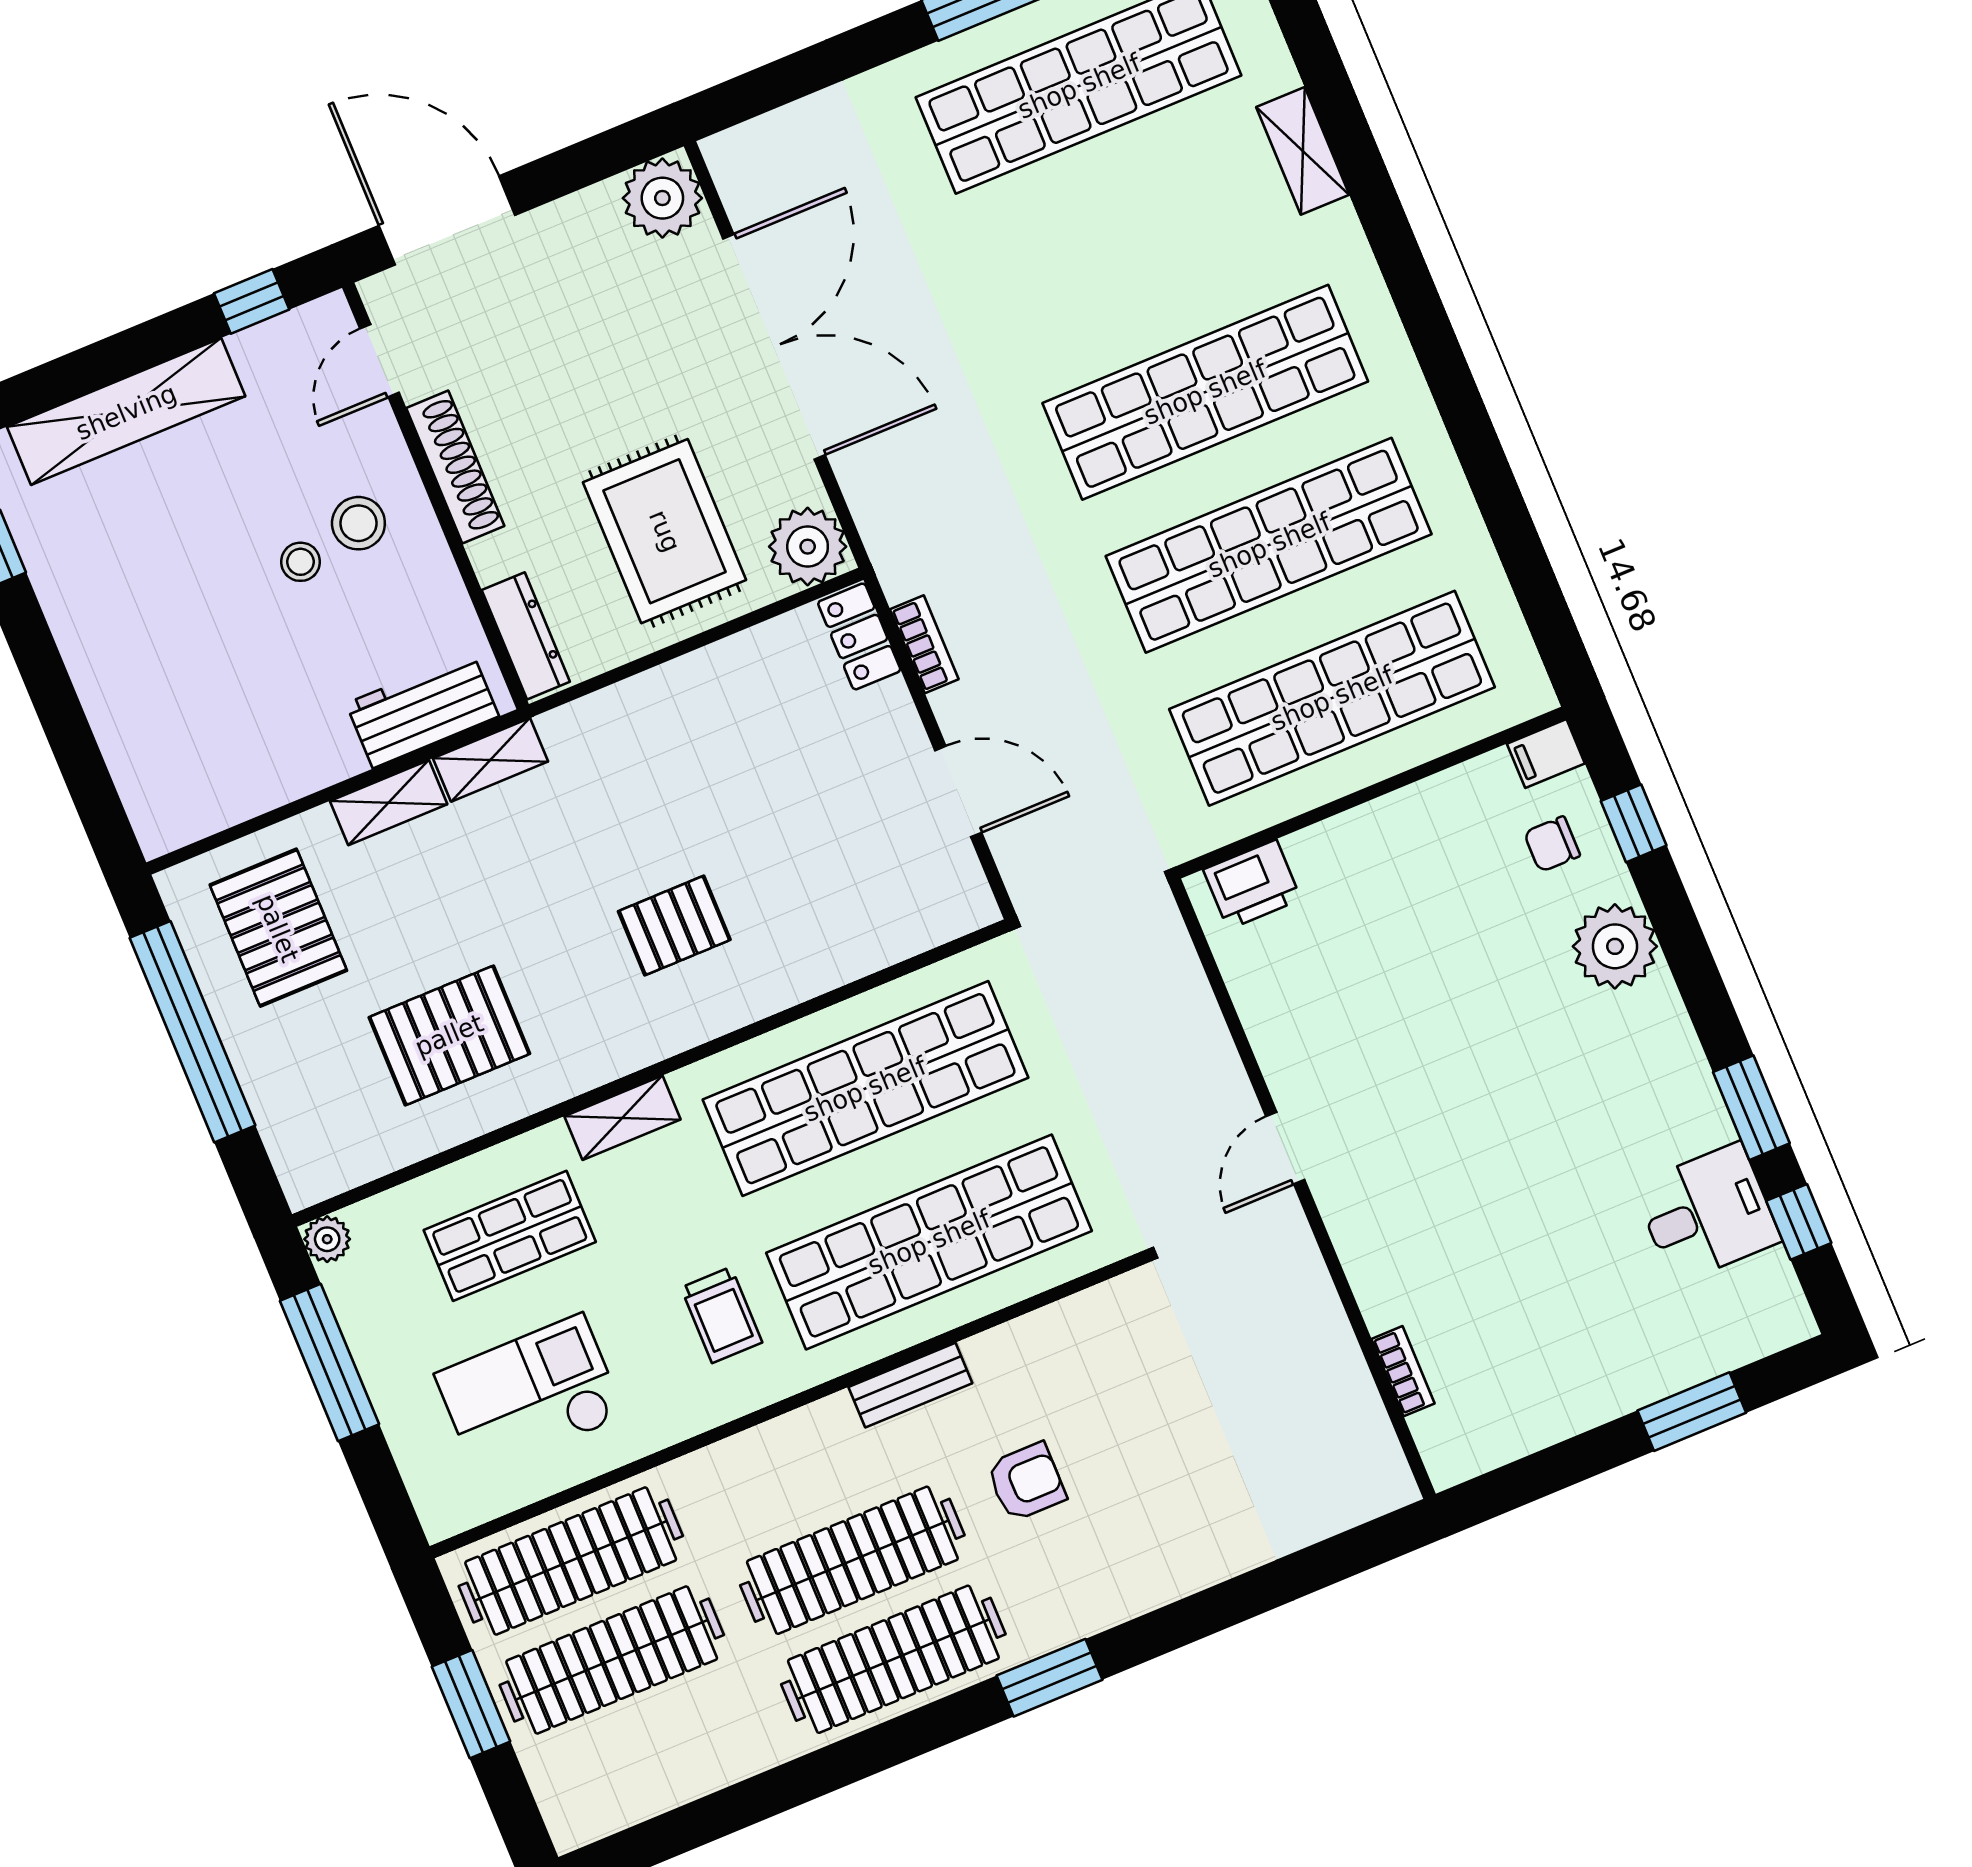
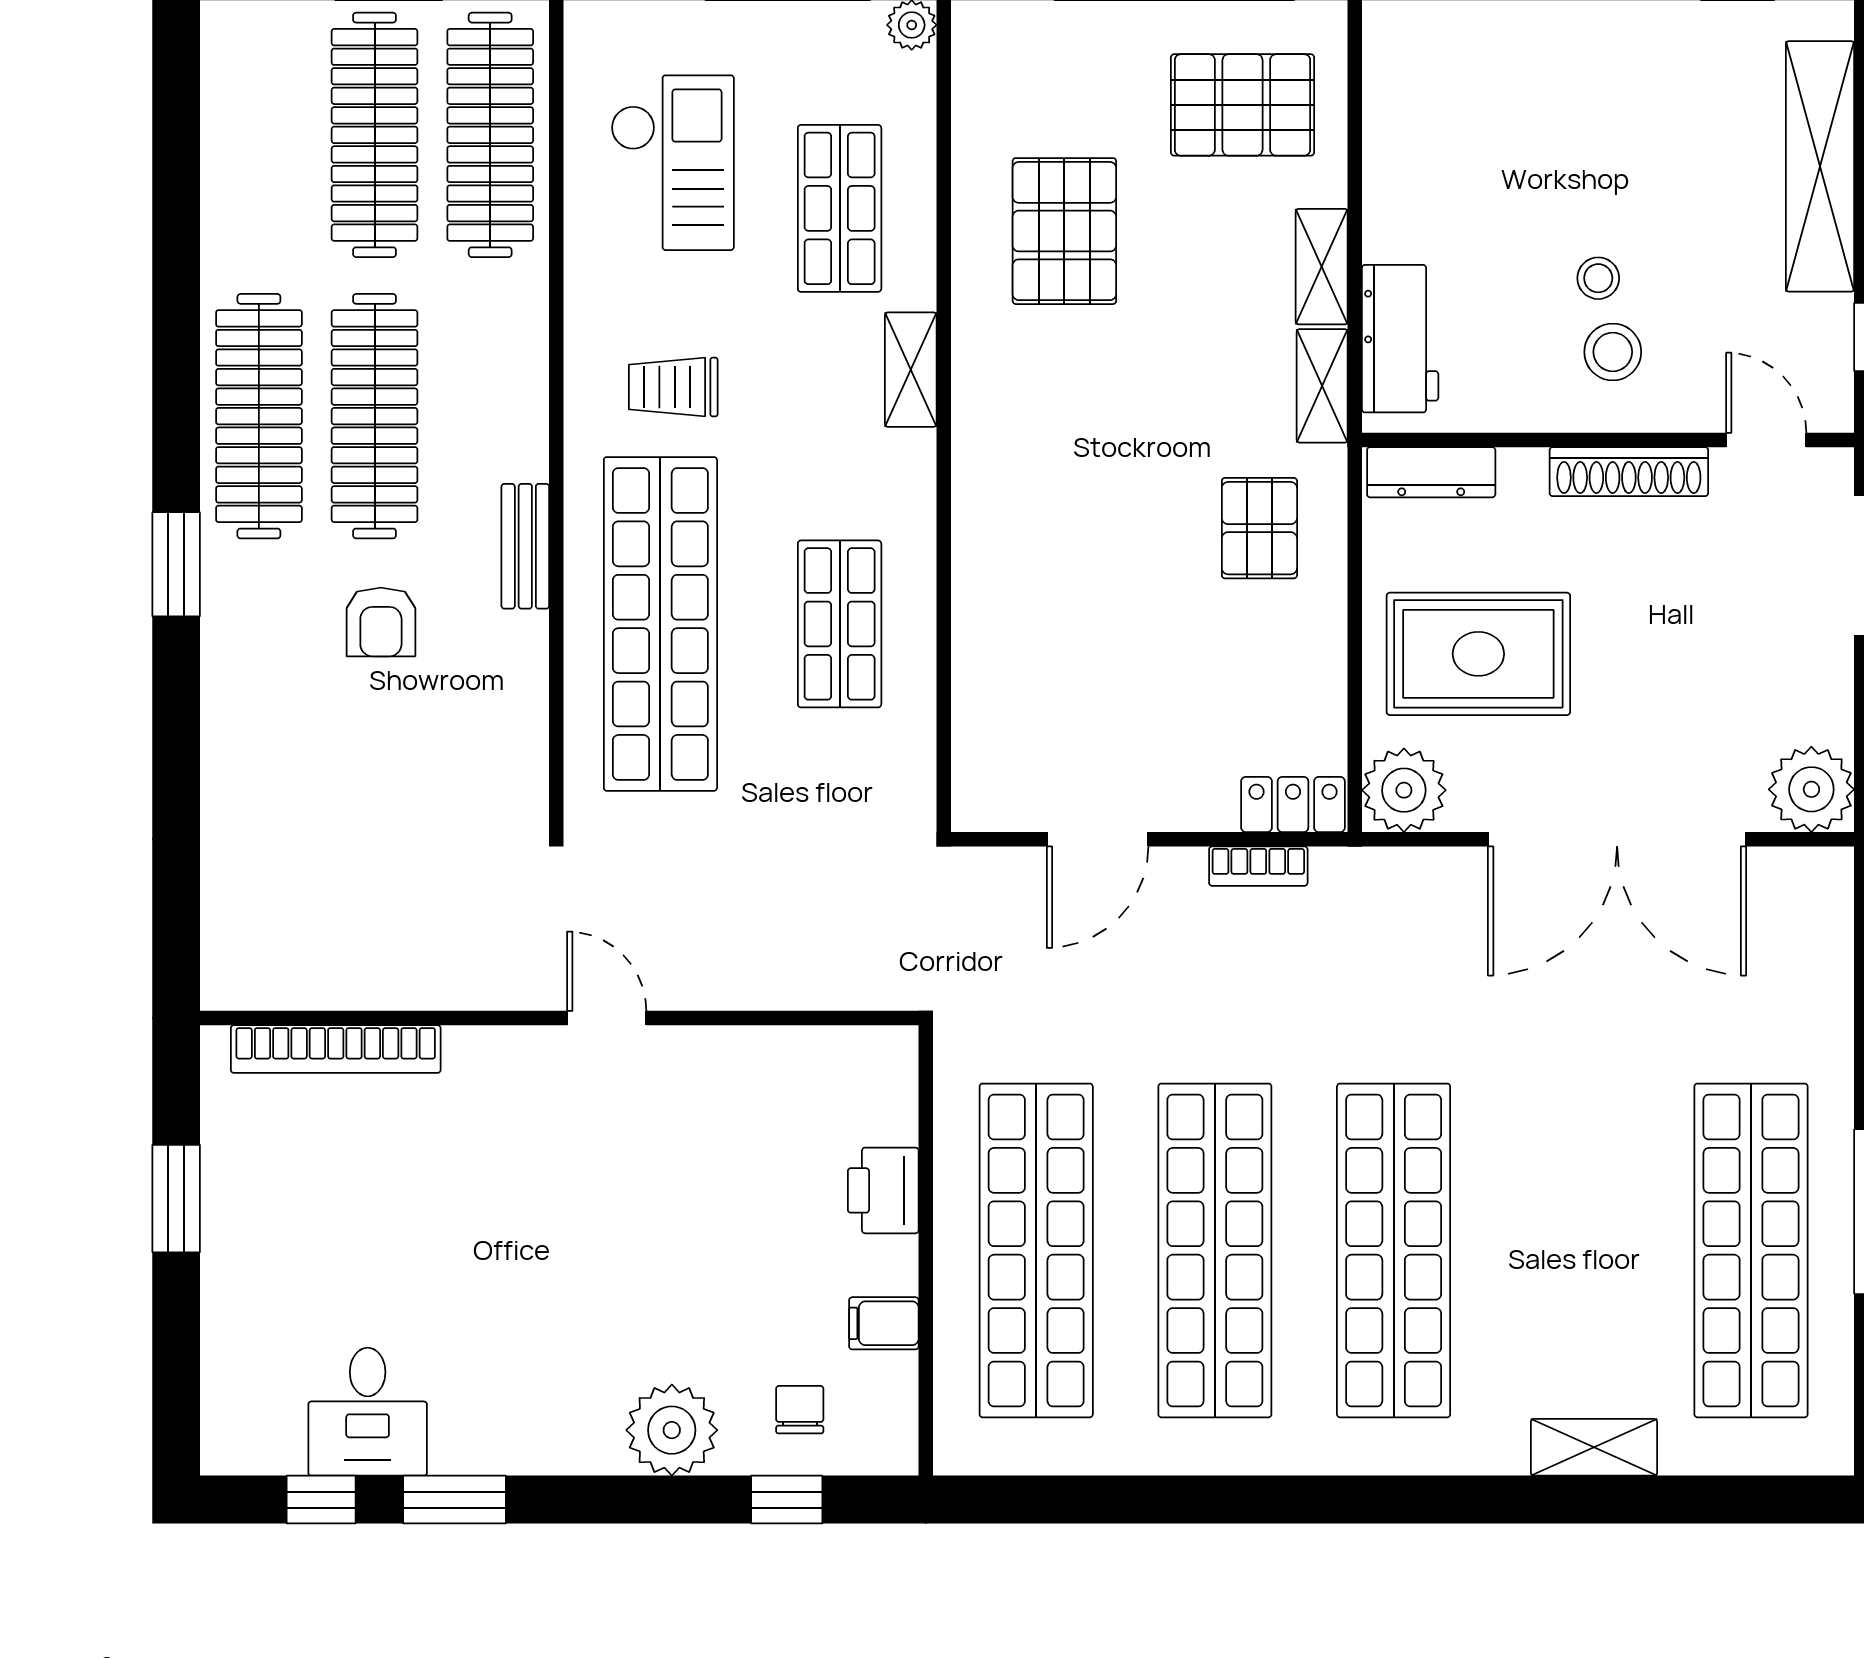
filing cabinet: (1546, 754) -> (884, 1323), moved, turned -90
printer: (1252, 885) -> (883, 1190), moved
pallet: (674, 926) -> (1259, 528), moved
shop shelf: (865, 1089) -> (840, 624), width x0.50, depth x0.74
bookcase: (1403, 1371) -> (336, 1049), width x2.31, depth x1.31
window: (1692, 1412) -> (176, 1199), moved

